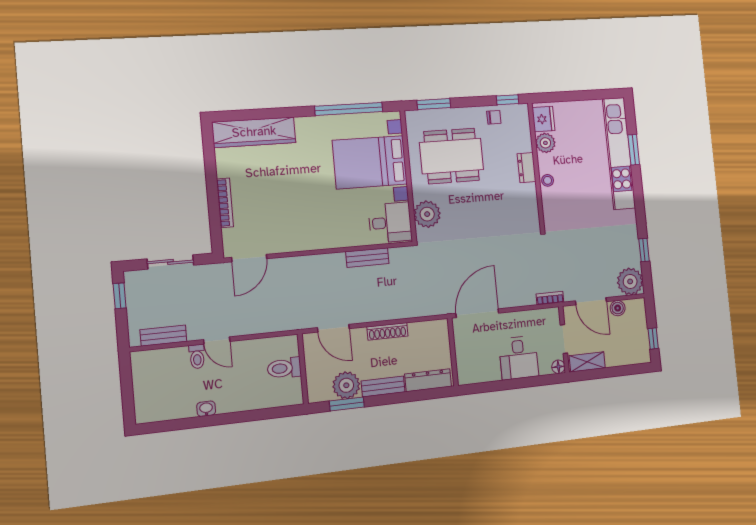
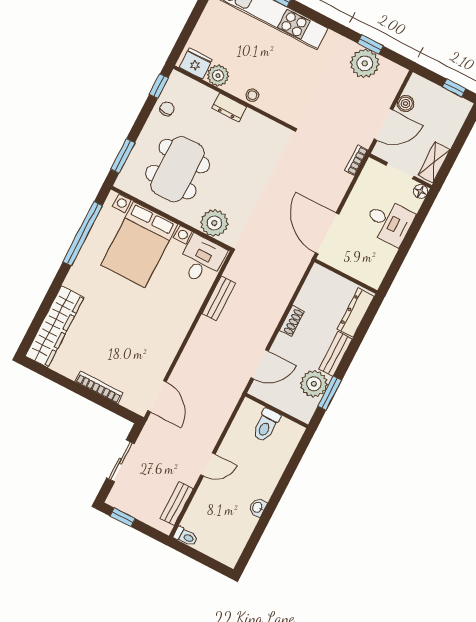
plant: (630, 281) -> (365, 63), moved
shoe rack: (387, 331) -> (292, 321), width x0.70
toilet: (197, 356) -> (186, 537), moved

